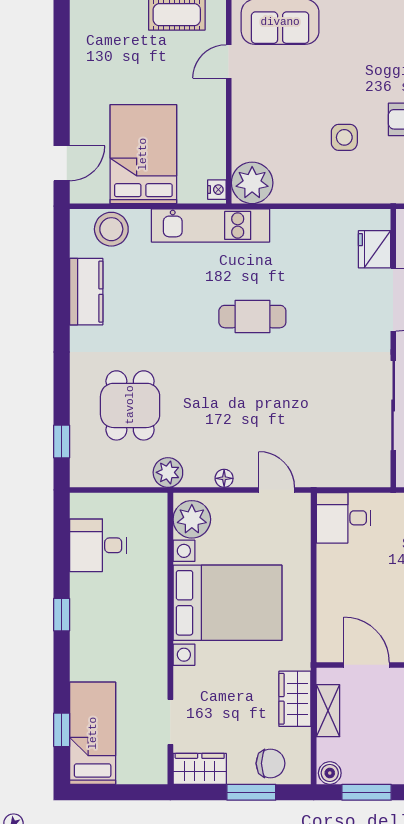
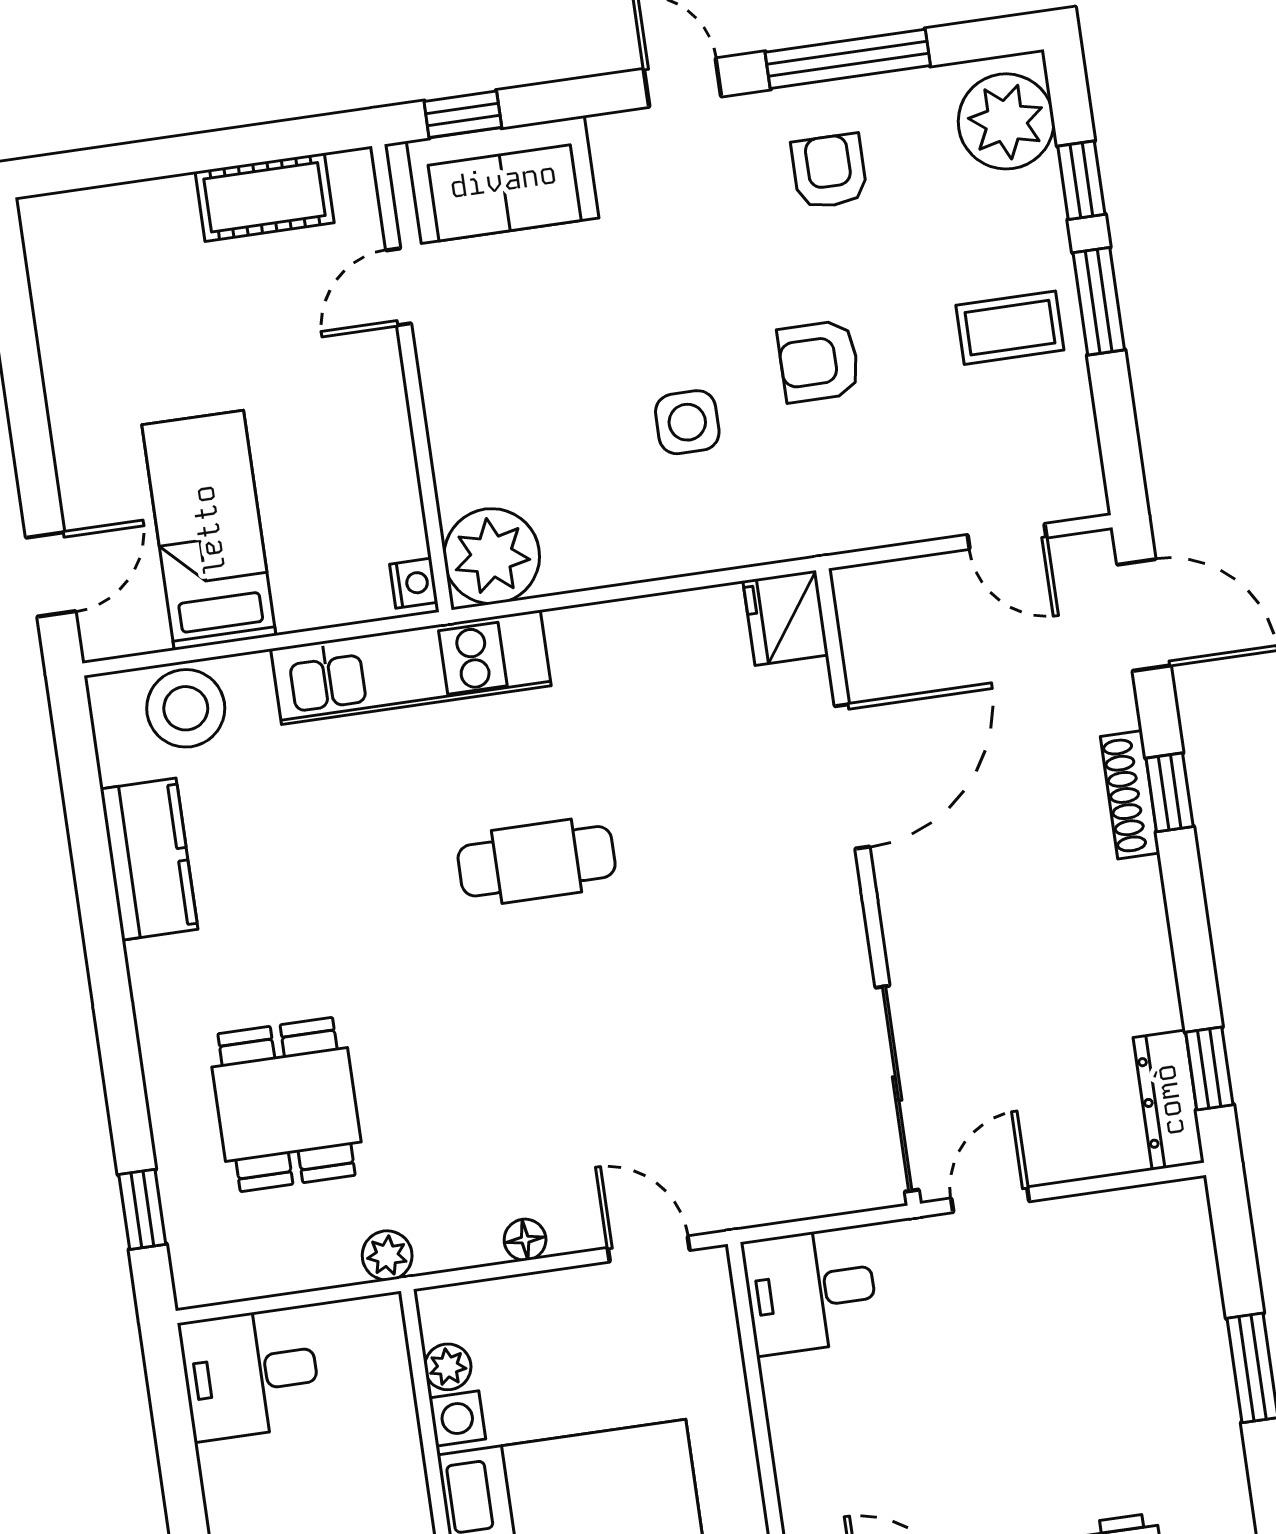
bed: (143, 154) -> (209, 530), width x0.67
fridge: (374, 249) -> (786, 618), moved
sliding door: (393, 406) -> (897, 1089), moved
plant: (168, 472) -> (387, 1256), width x0.73, depth x0.73
plant: (192, 519) -> (448, 1367), width x0.53, depth x0.53
desk: (98, 545) -> (250, 1374), moved

